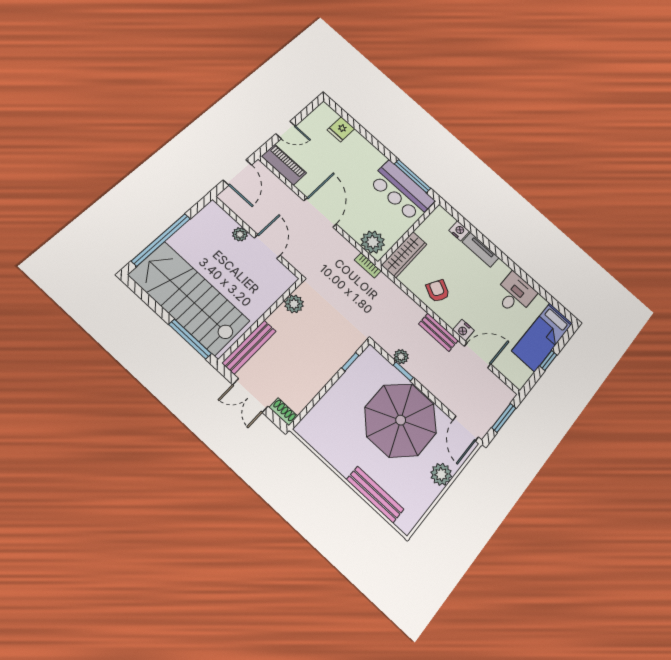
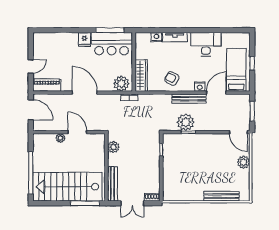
fridge: (341, 129) -> (84, 40), moved
desk: (515, 294) -> (206, 44), width x1.37
bench: (438, 332) -> (189, 99), width x1.36
bed: (542, 337) -> (236, 70), moved, turned 180
plant: (401, 357) -> (186, 122), width x1.88, depth x1.88
parasol: (401, 420) -> (206, 155), removed

